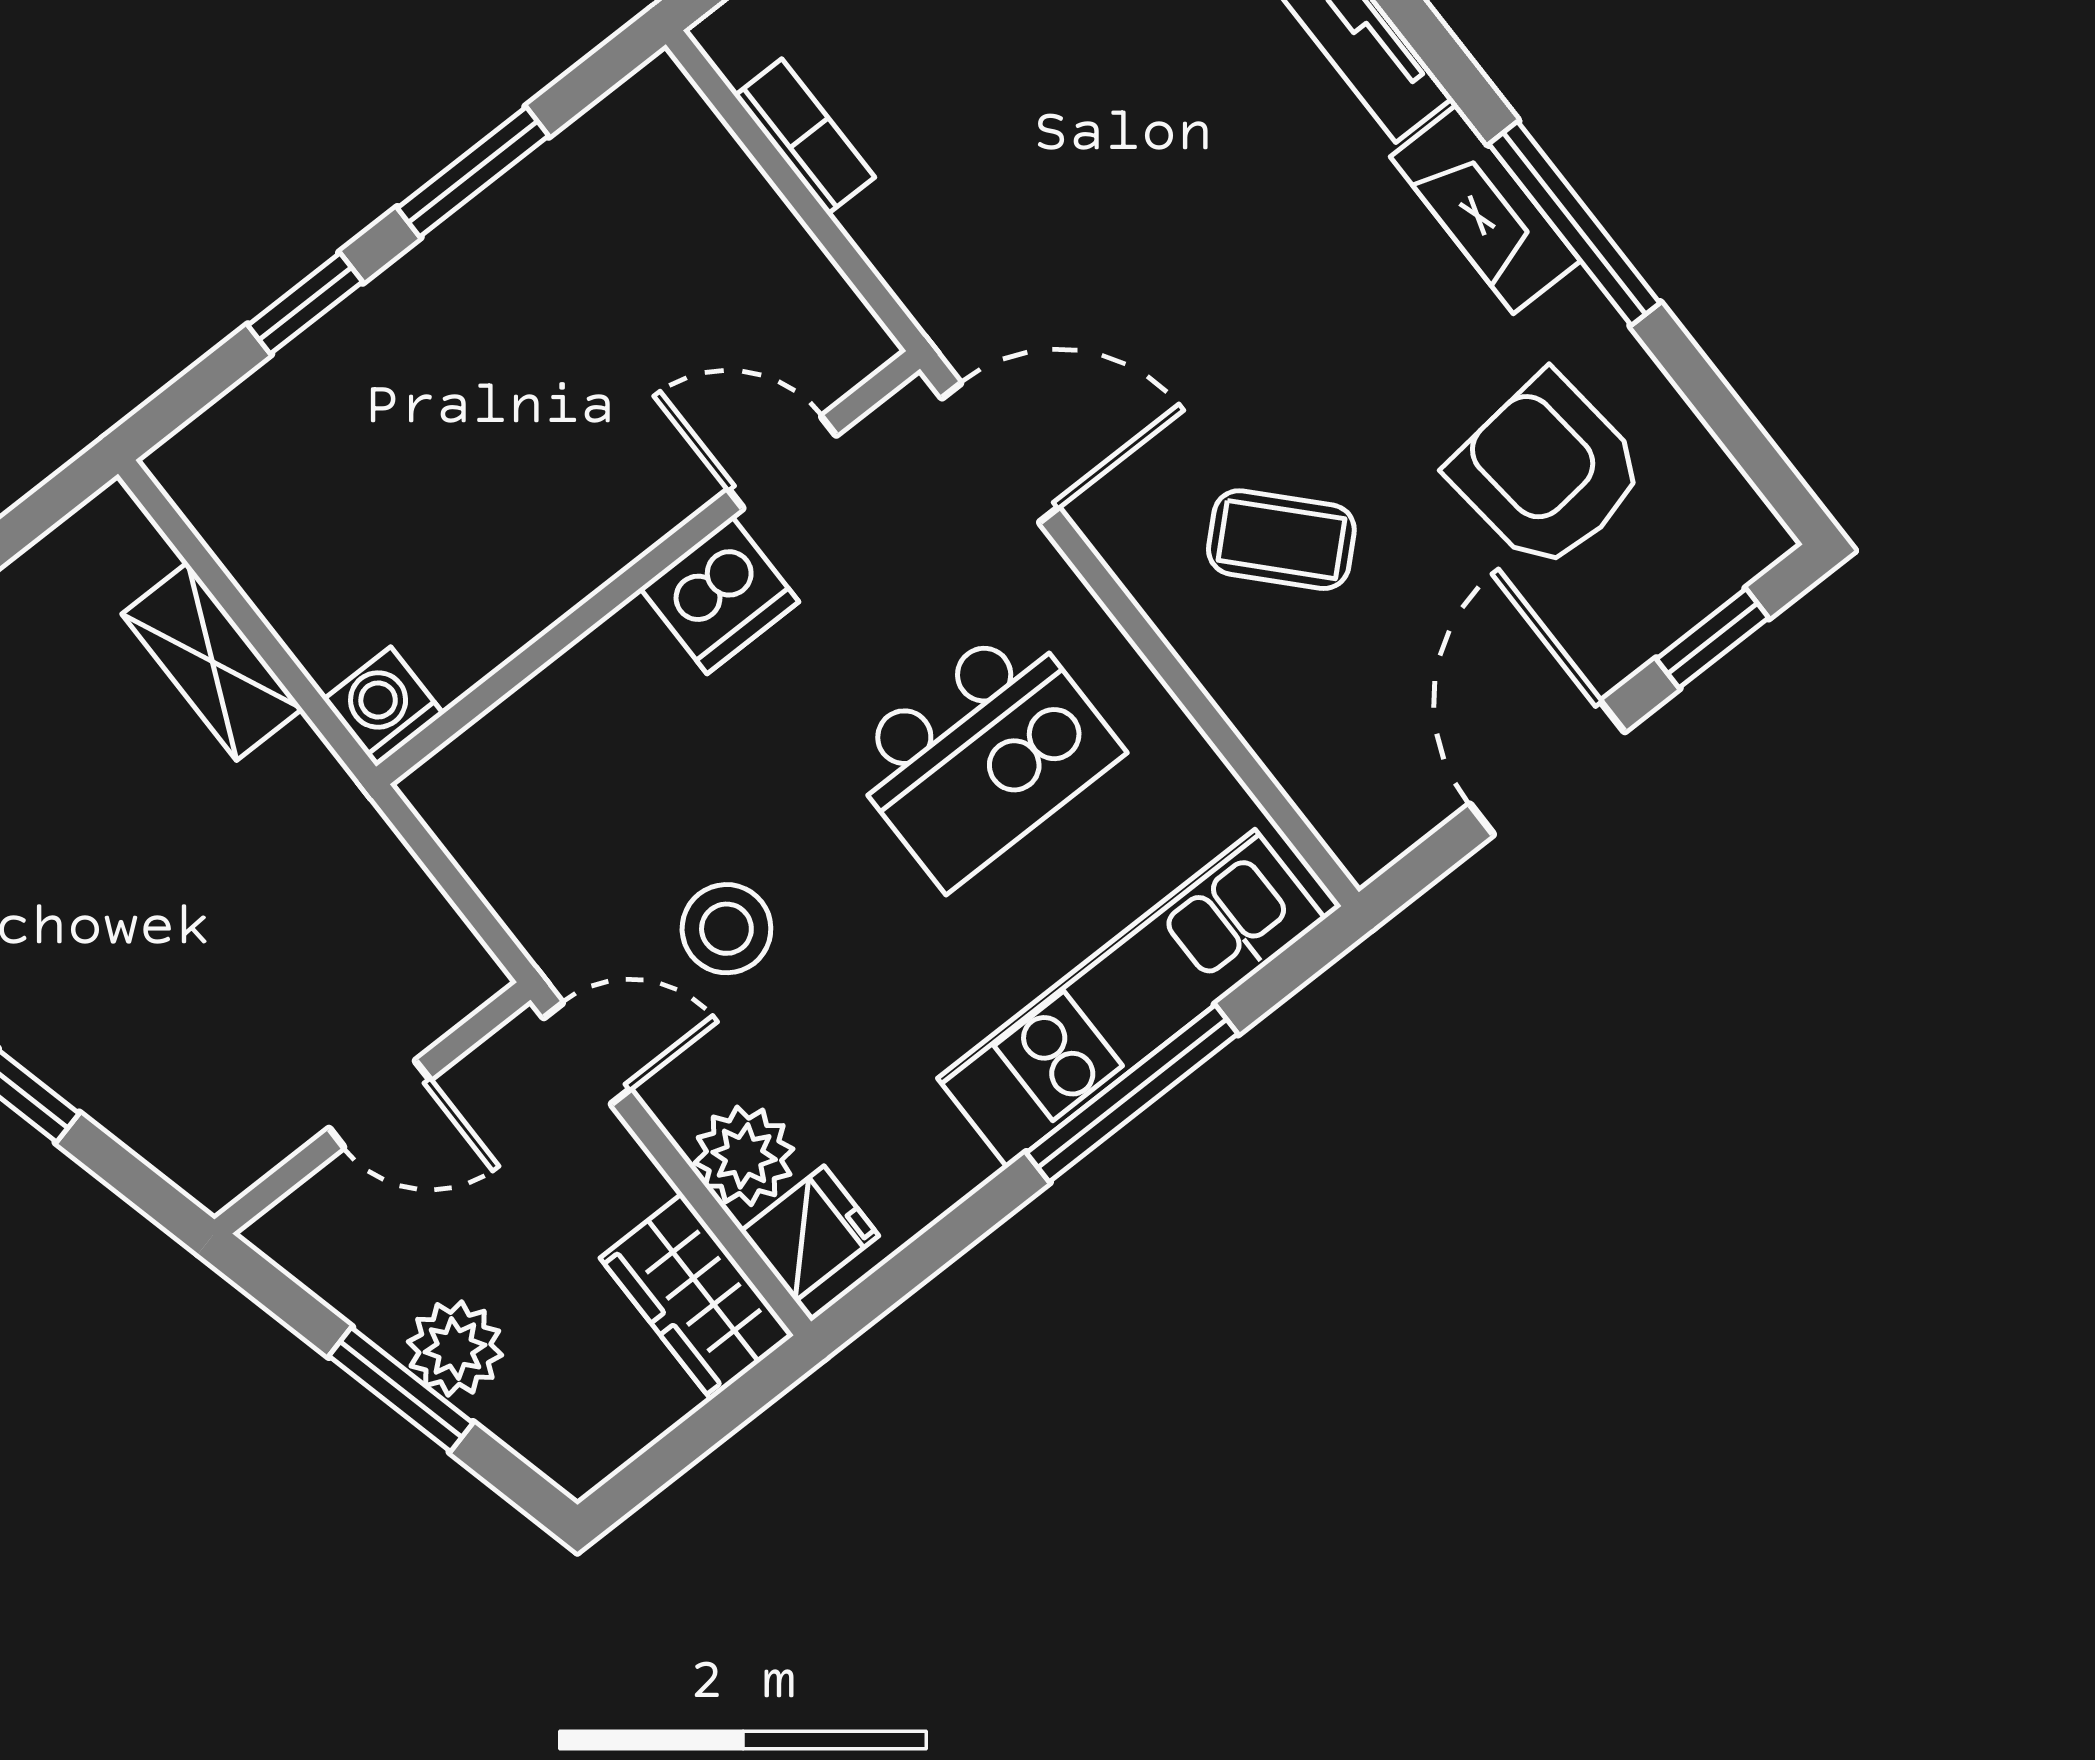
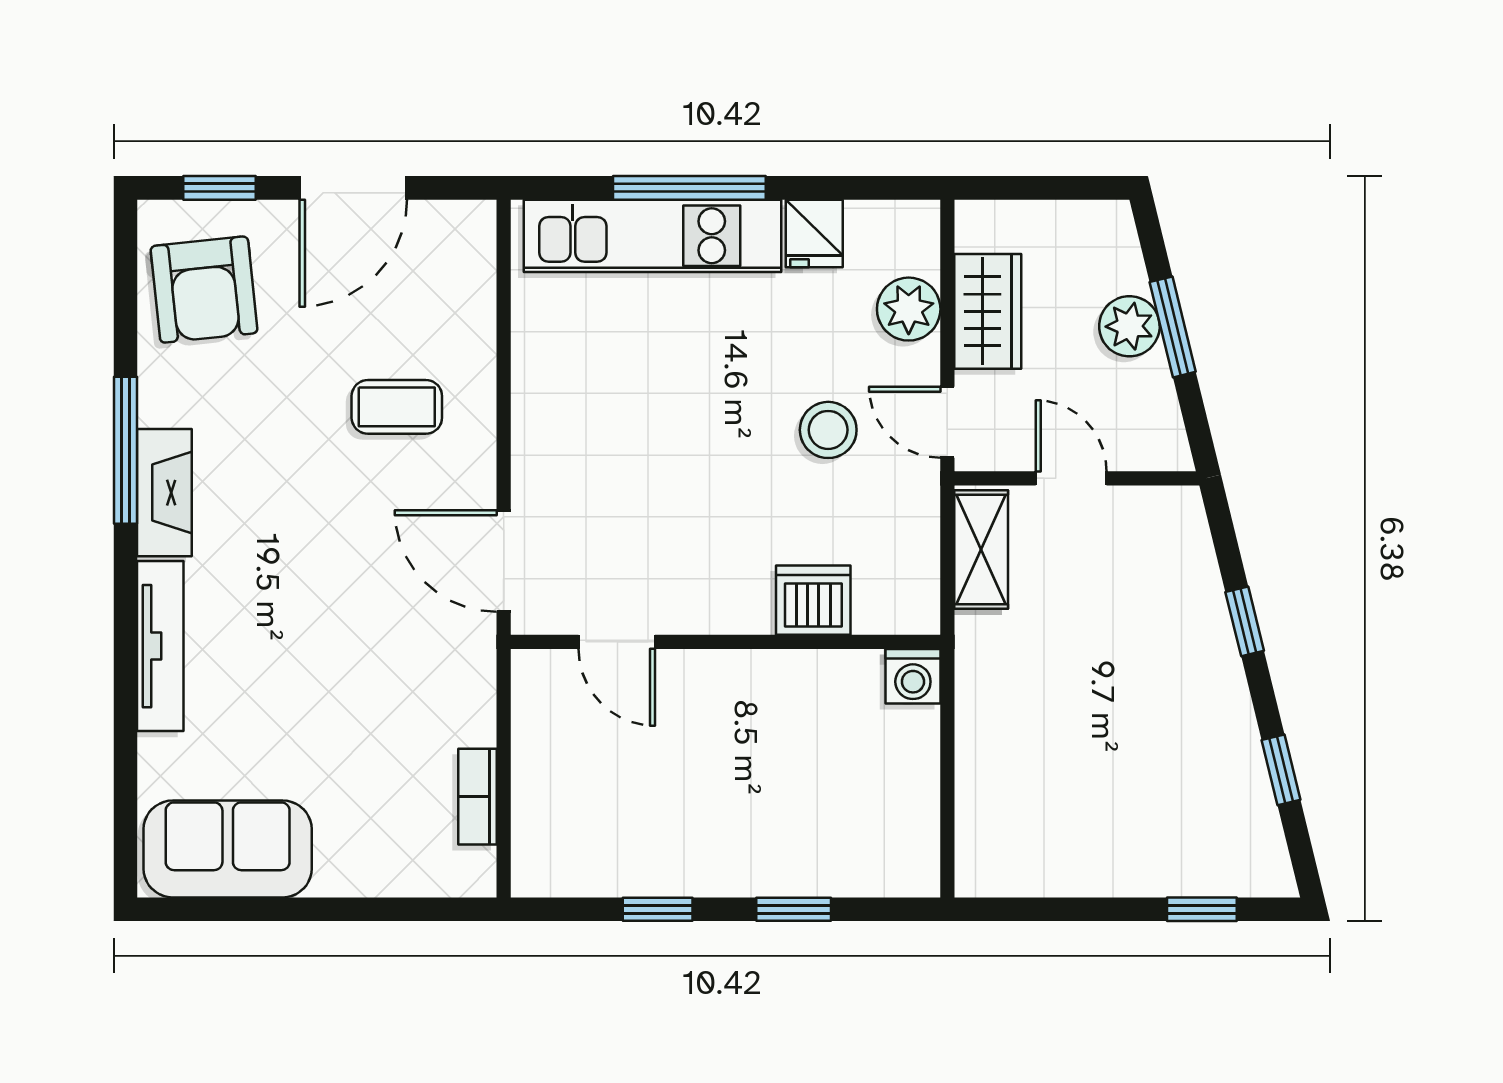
window: (473, 172) -> (658, 909), width x0.67
armchair: (1548, 472) -> (204, 290), moved
coffee table: (1281, 540) -> (397, 407), turned -47
dishwasher: (719, 595) -> (813, 600), moved
shelving: (212, 661) -> (981, 550), moved
kitchen island: (982, 755) -> (631, 417), removed
fridge: (810, 1234) -> (814, 233), moved, turned -90
wardrobe: (697, 1297) -> (988, 311), moved

